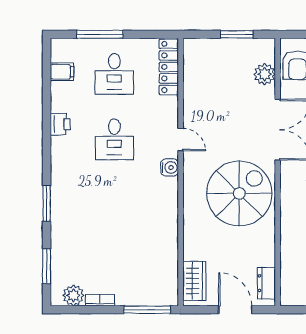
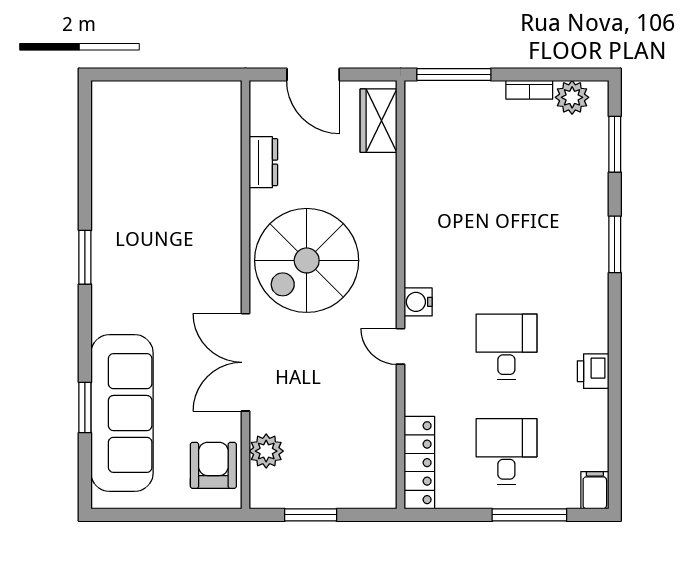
filing cabinet: (62, 72) -> (595, 490), moved, turned 90
dresser: (266, 283) -> (263, 162), moved

